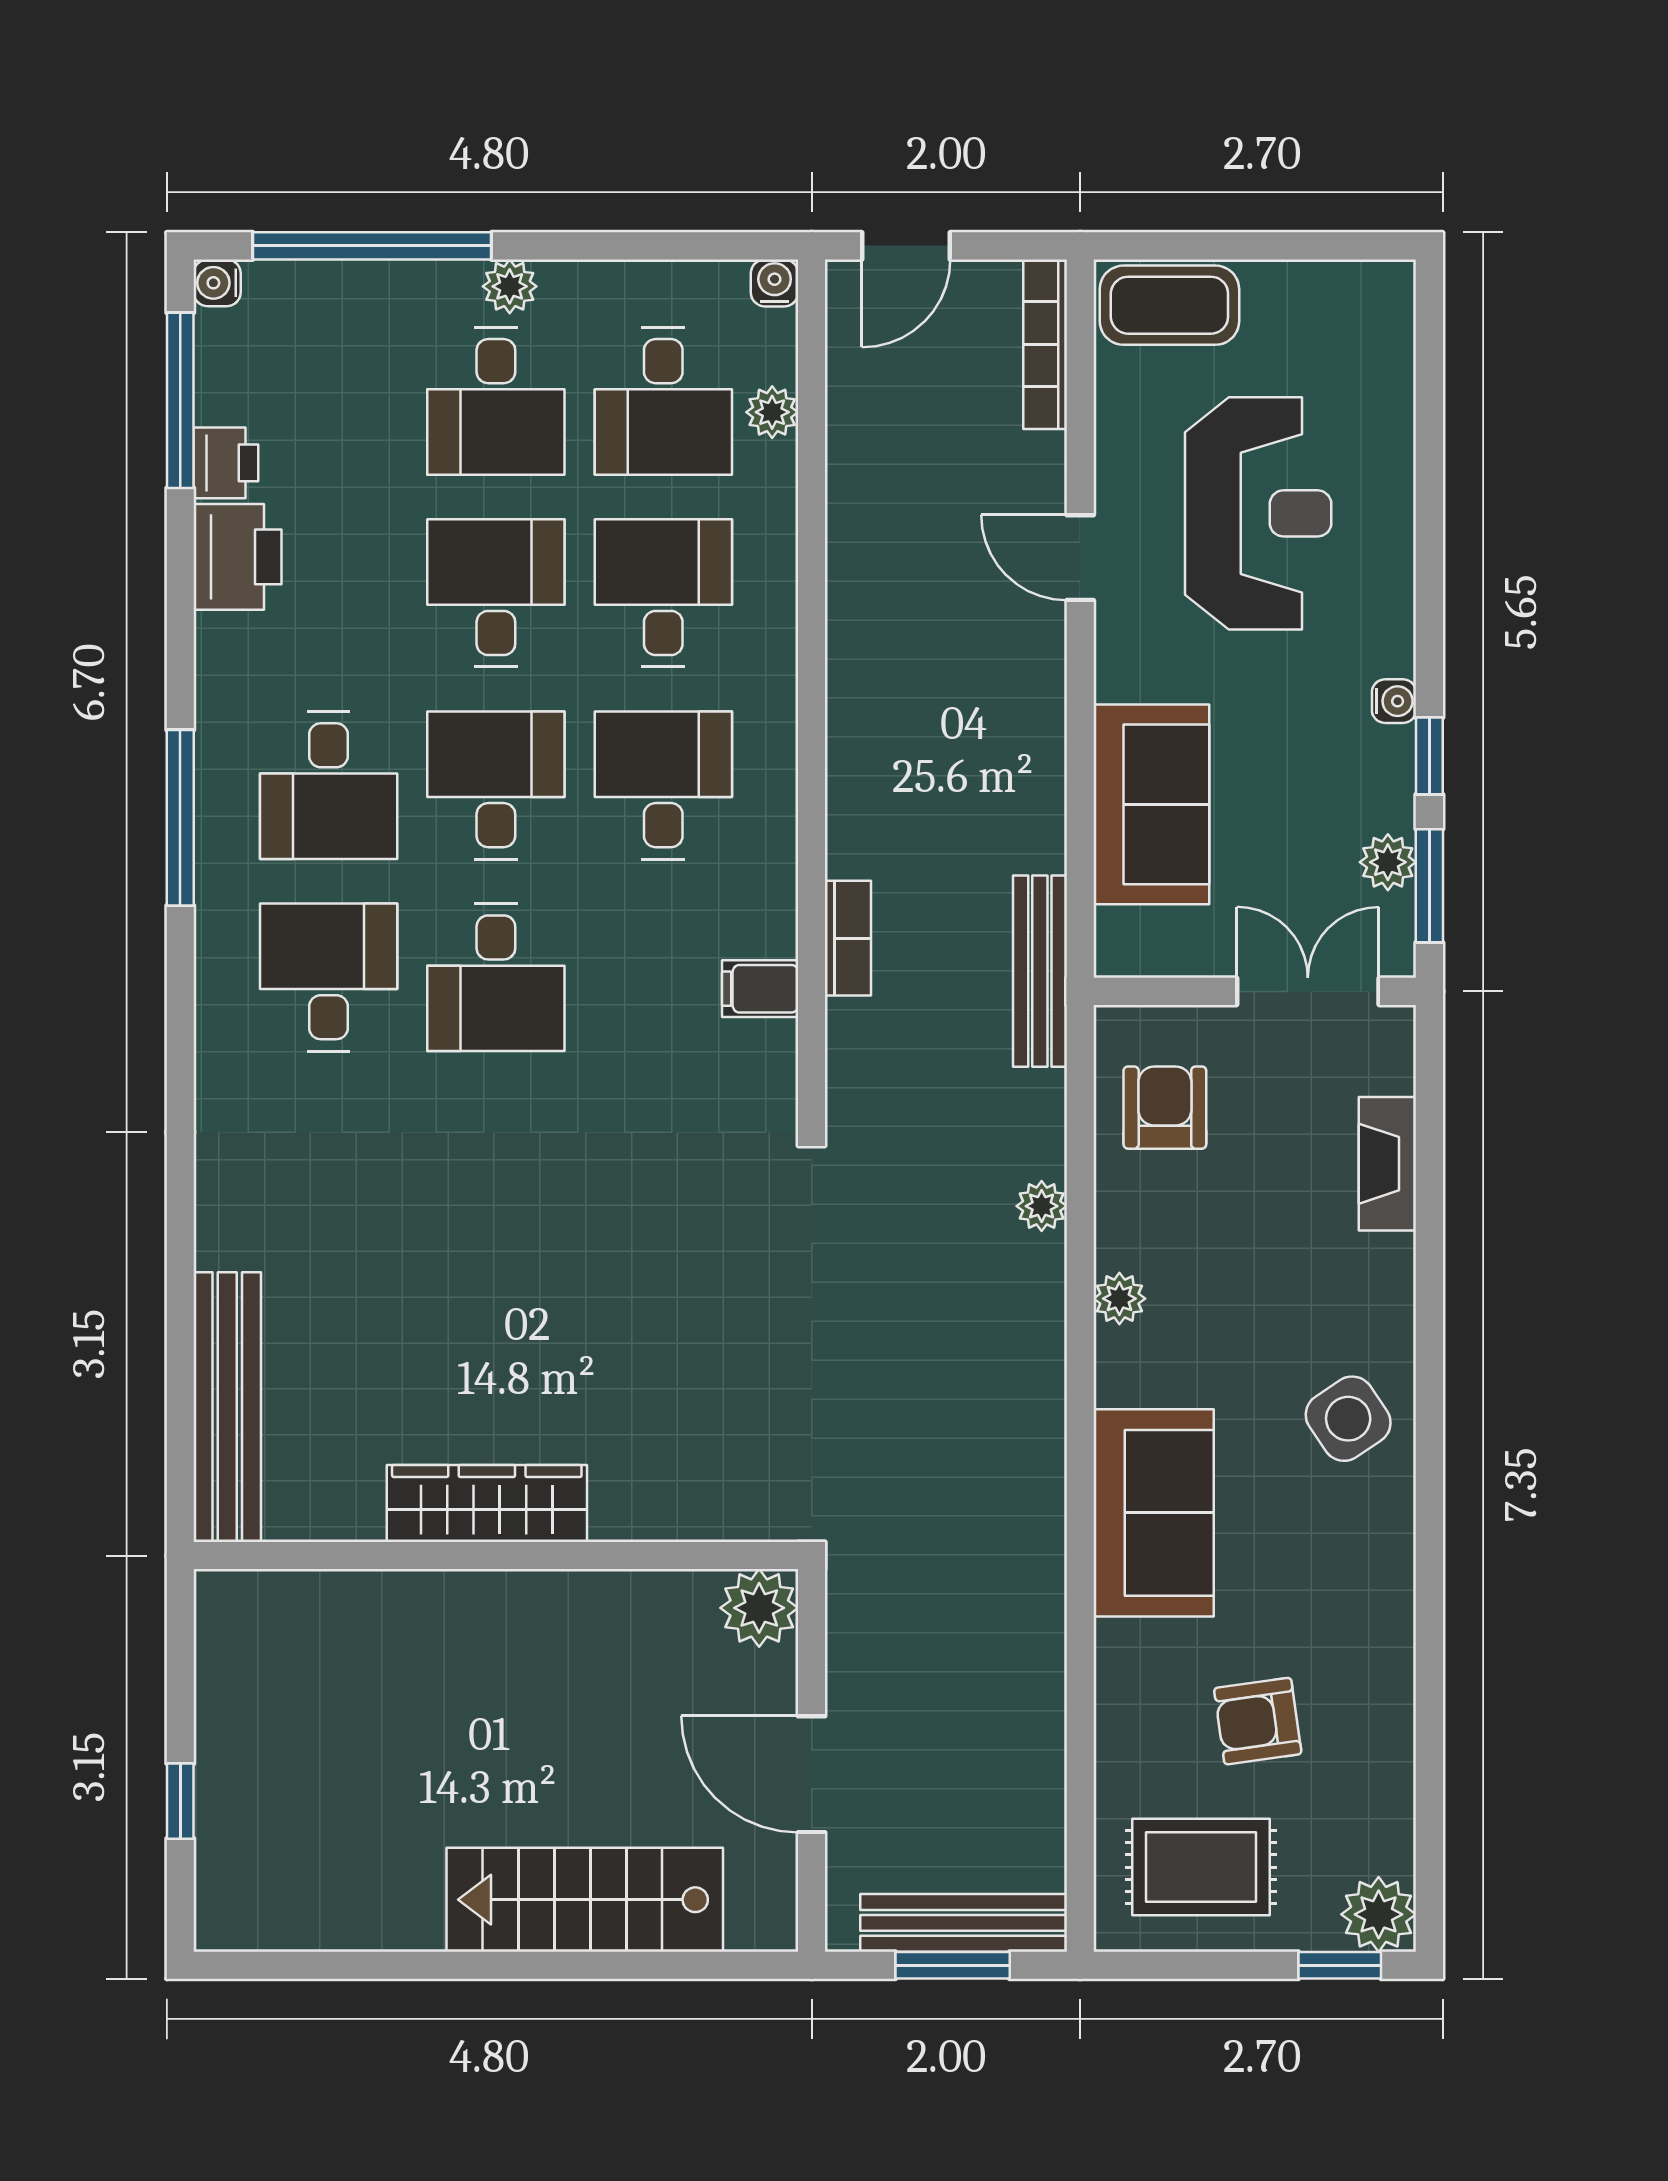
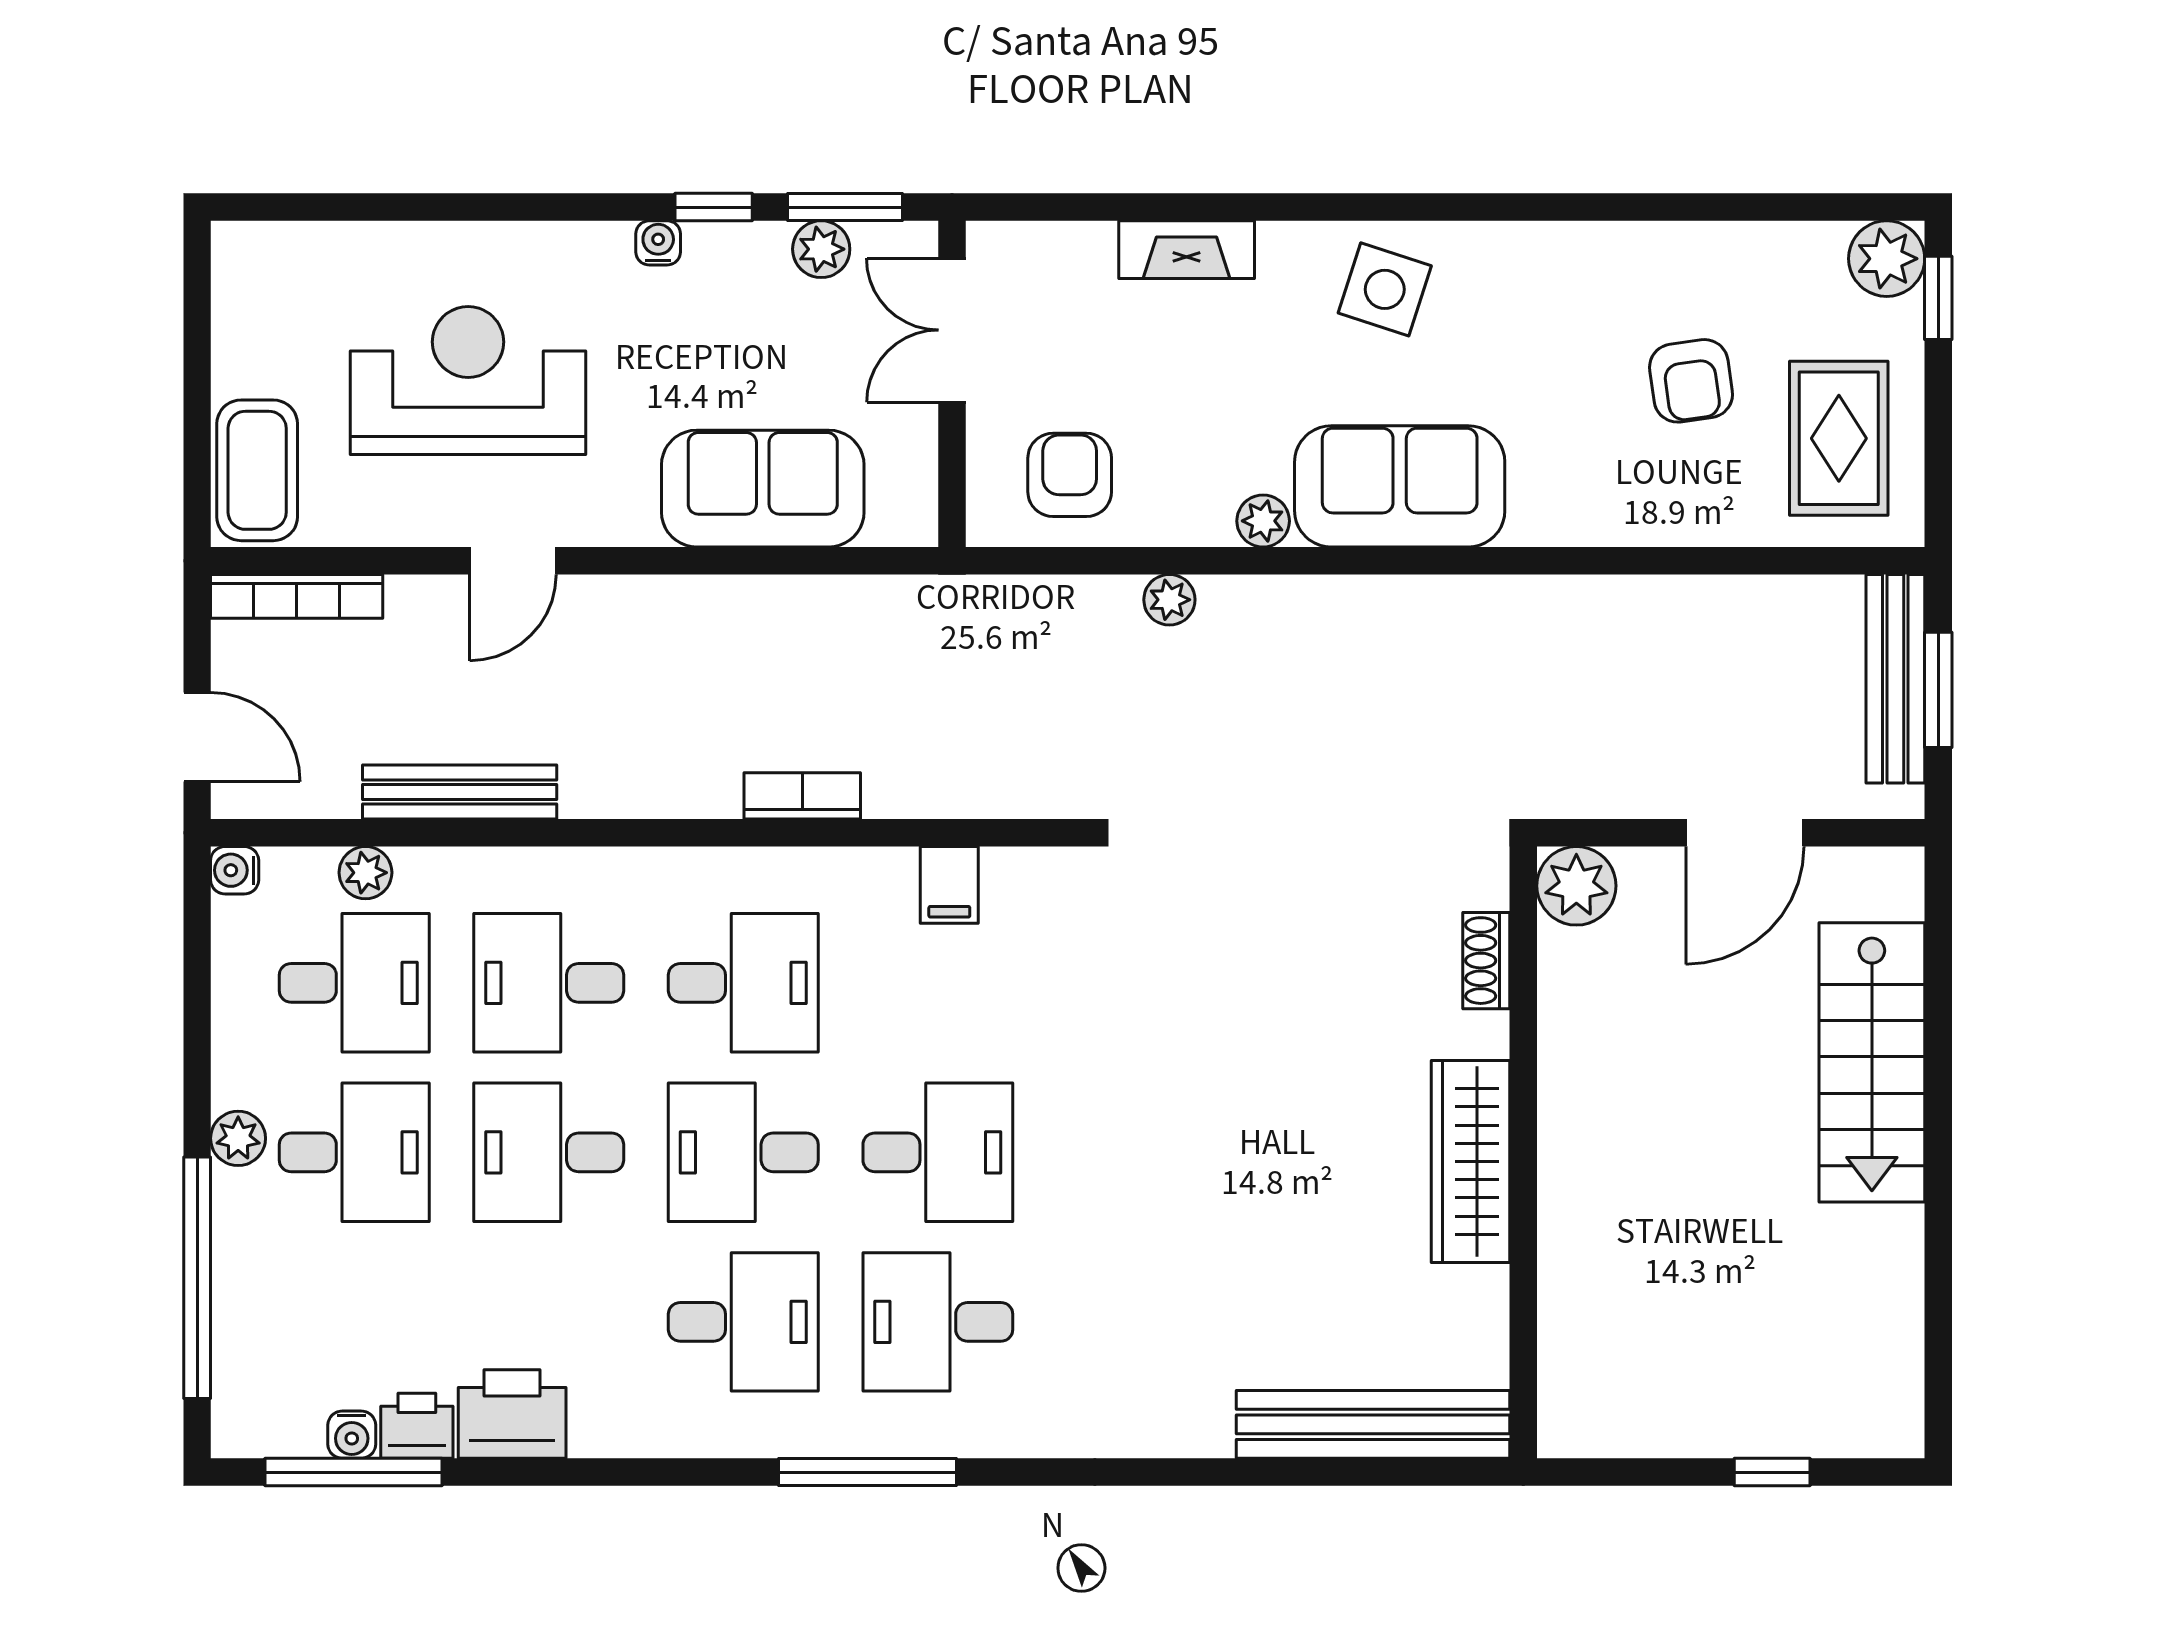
water cooler: (217, 283) -> (352, 1435), moved
desk: (663, 785) -> (743, 983), turned 180
window: (180, 818) -> (868, 1472), moved
bookcase: (848, 938) -> (802, 796), moved
bench: (1040, 971) -> (460, 792), moved
armchair: (1165, 1108) -> (1070, 475), turned 90
fireplace: (1387, 1164) -> (1187, 250), moved
side table: (1348, 1419) -> (1385, 289), turned -38
sofa: (1154, 1513) -> (1400, 486), moved
shoe rack: (685, 1519) -> (1486, 961), added

